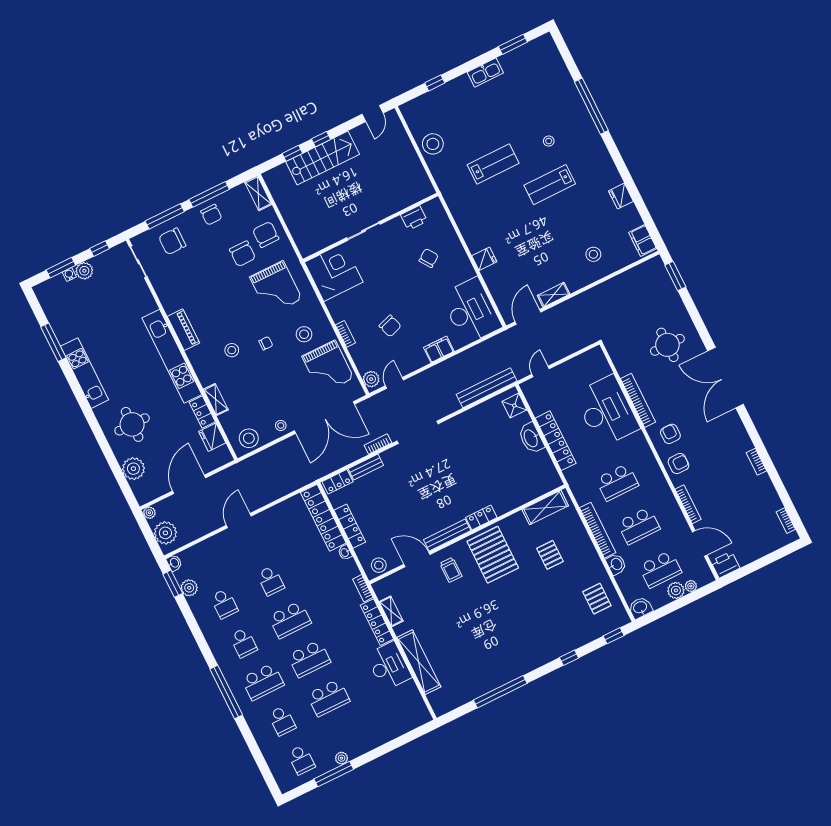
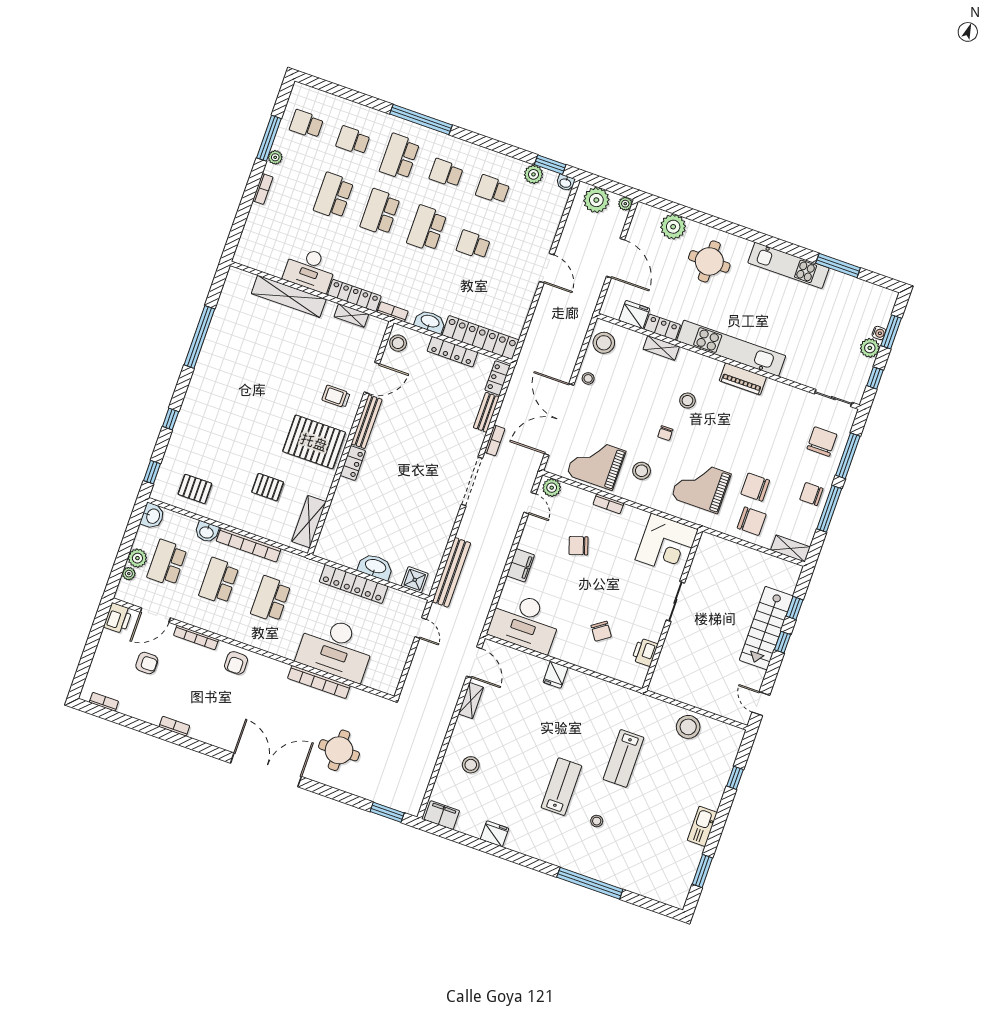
armchair: (670, 434) -> (147, 663), moved
washbasin: (345, 552) -> (430, 322), width x1.91, depth x1.45
bookcase: (369, 746) -> (263, 189), added

